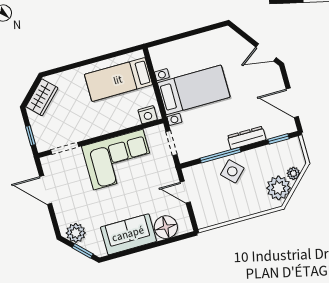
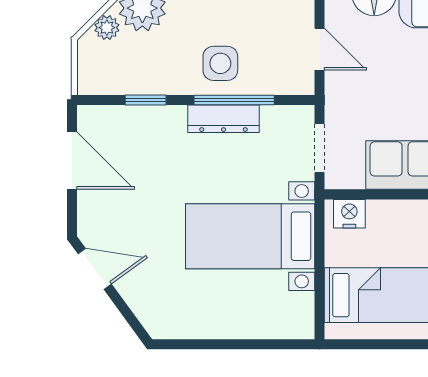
dresser: (247, 138) -> (224, 119), moved
window: (279, 139) -> (146, 100), moved
side table: (232, 171) -> (220, 63), turned 45

